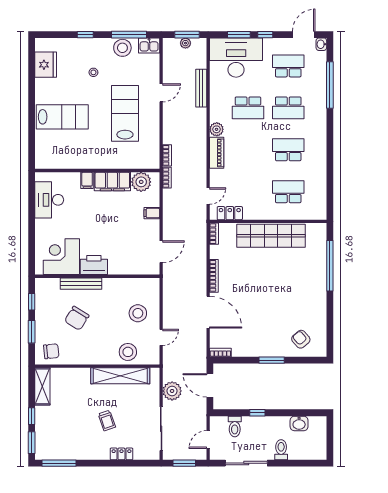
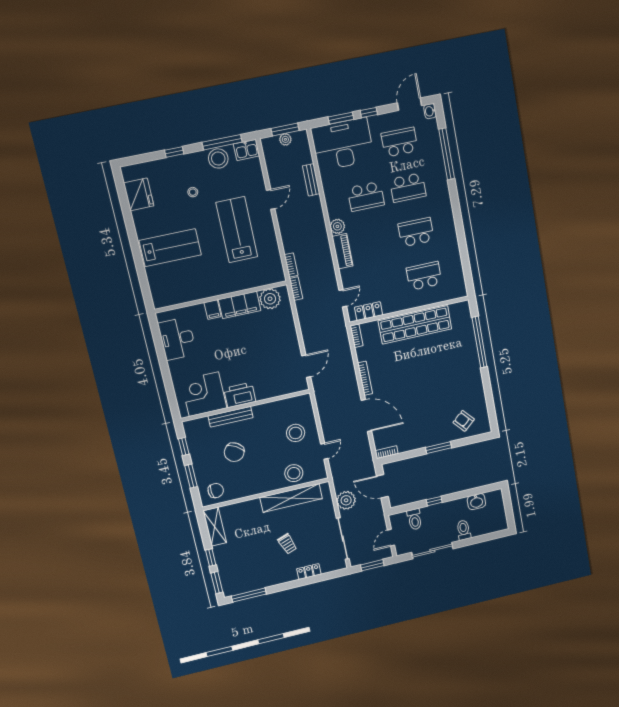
bench: (201, 88) -> (311, 180), width x0.73
filing cabinet: (152, 213) -> (288, 329), removed

